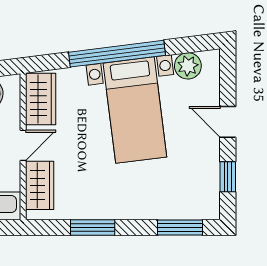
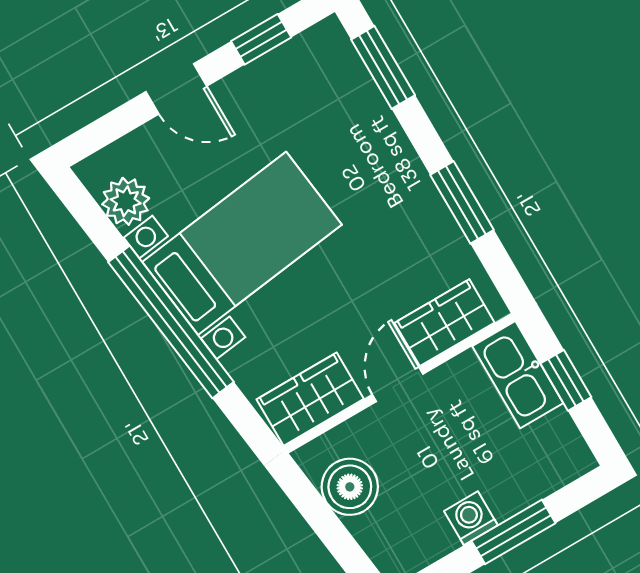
door: (228, 122) -> (176, 89), hinge flipped
door: (23, 145) -> (398, 384), hinge flipped

